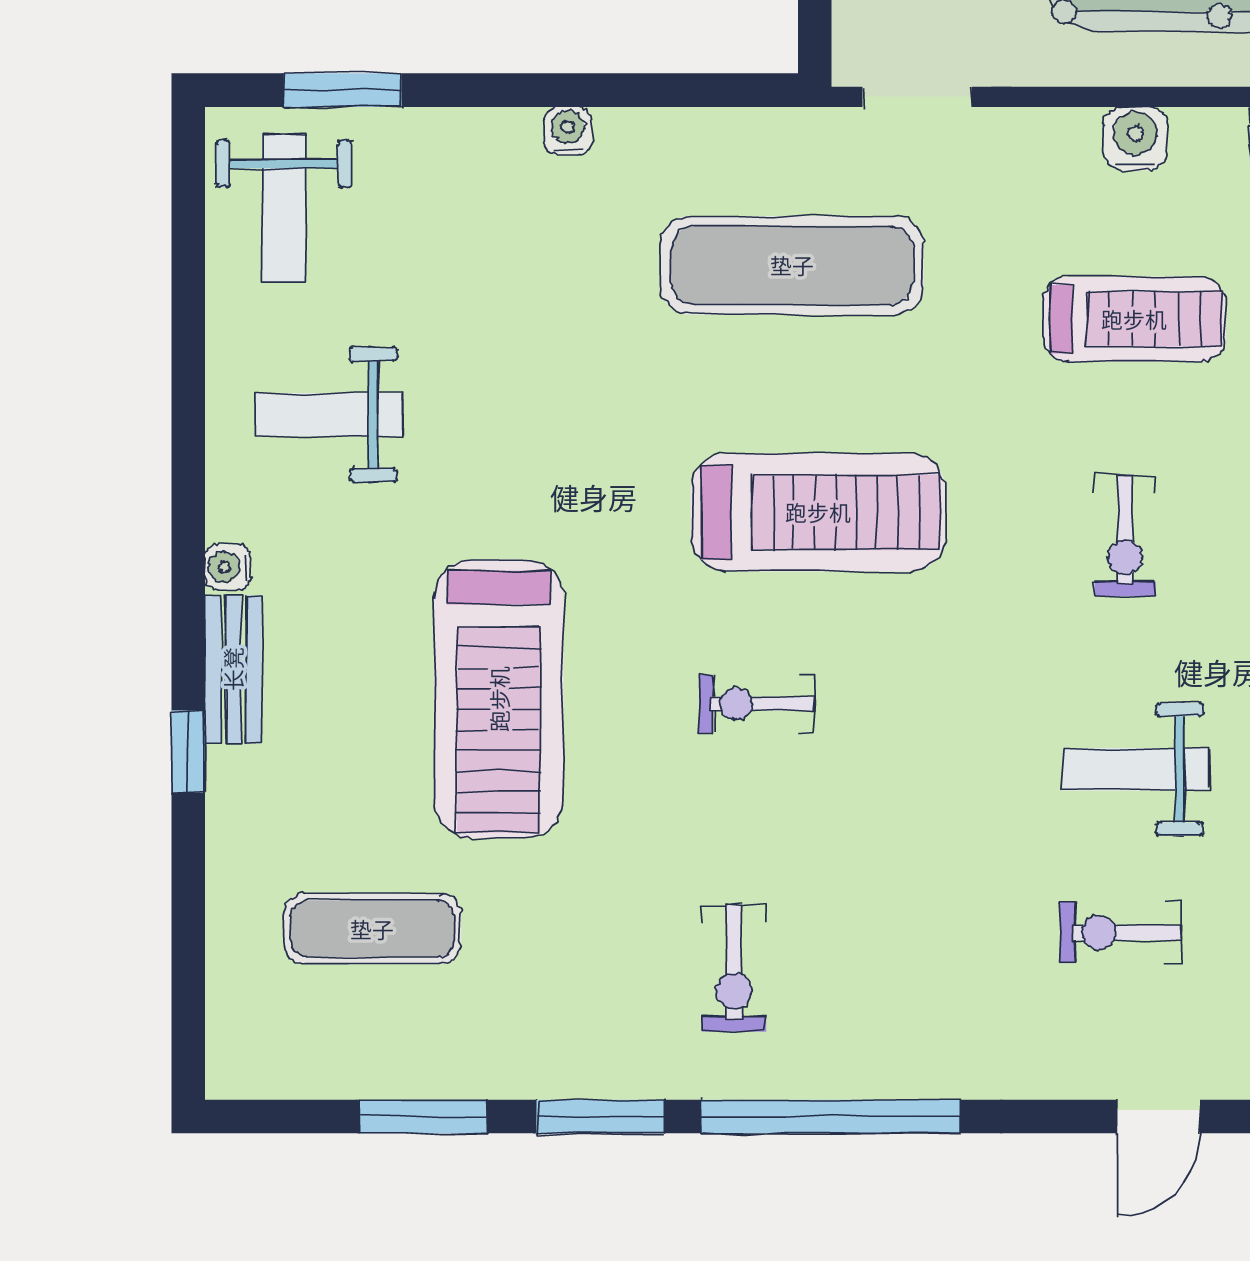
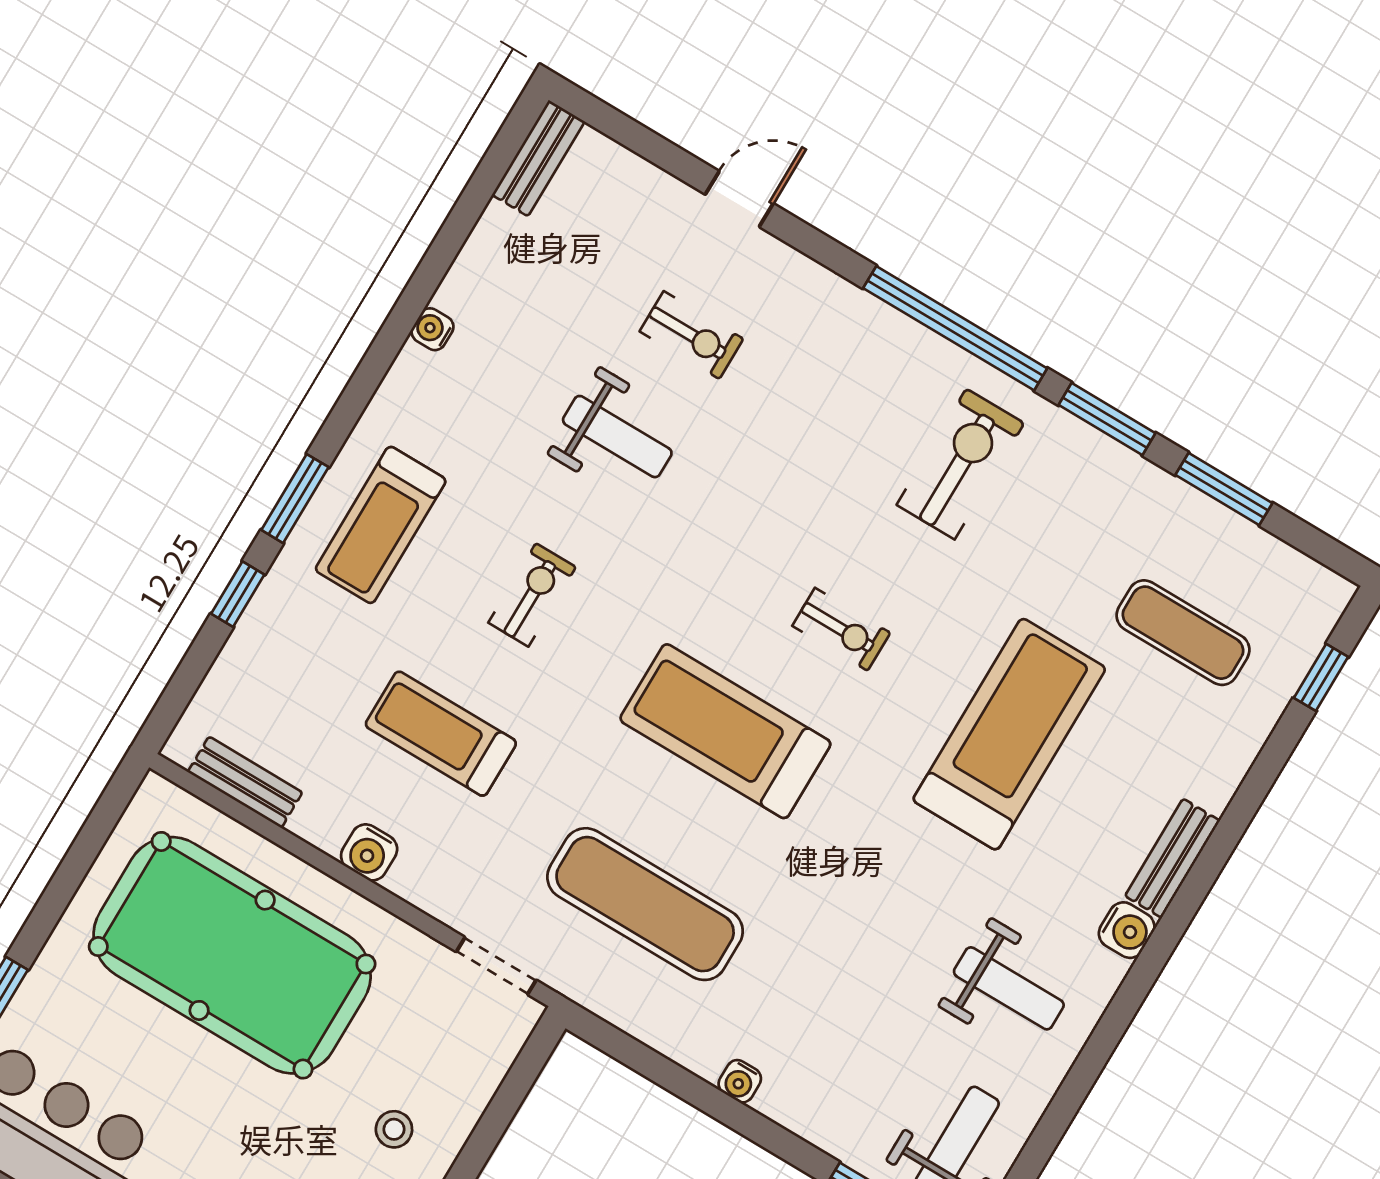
water cooler: (228, 567) -> (1127, 930), width x1.38, depth x1.38
window: (188, 752) -> (1321, 677), moved
exercise bike: (734, 968) -> (960, 464), width x1.38, depth x1.39

